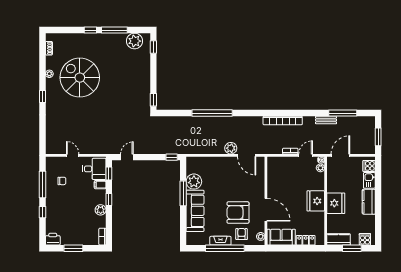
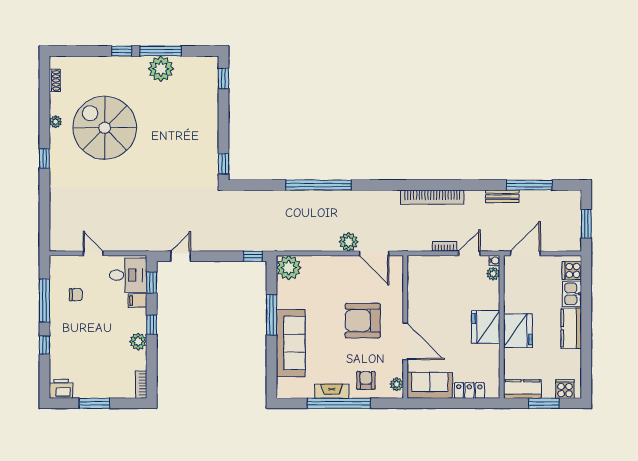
plant: (135, 41) -> (161, 69), moved
plant: (194, 182) -> (289, 268), moved
armchair: (238, 213) -> (363, 321), moved

